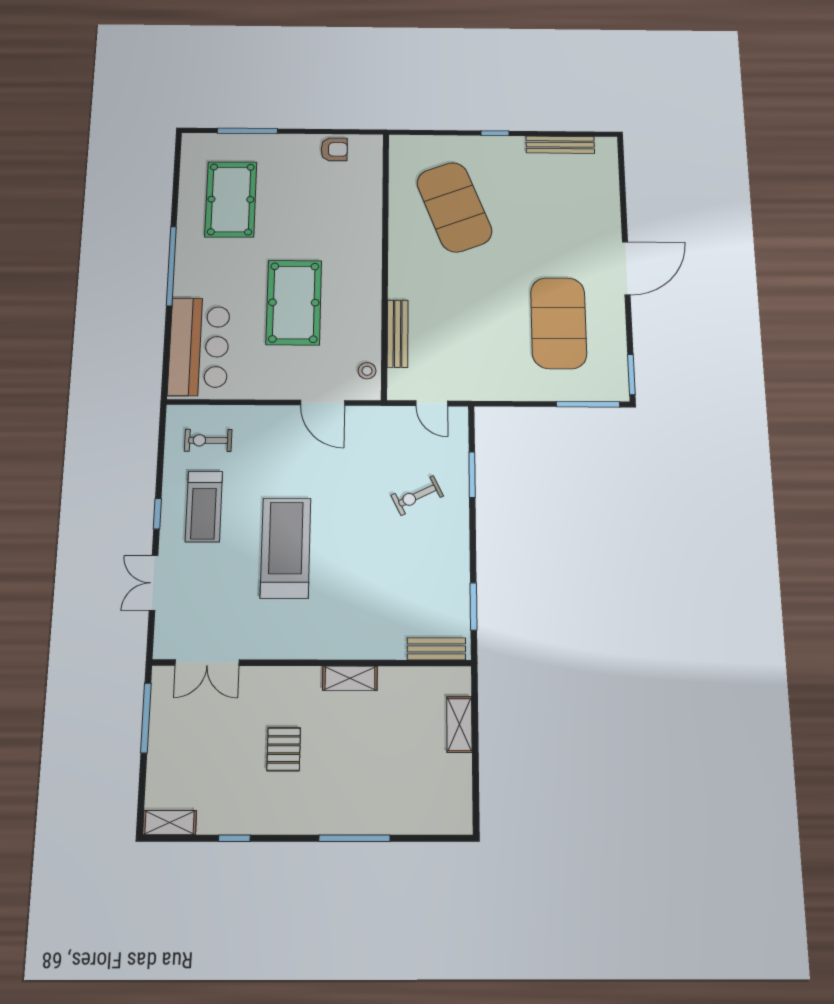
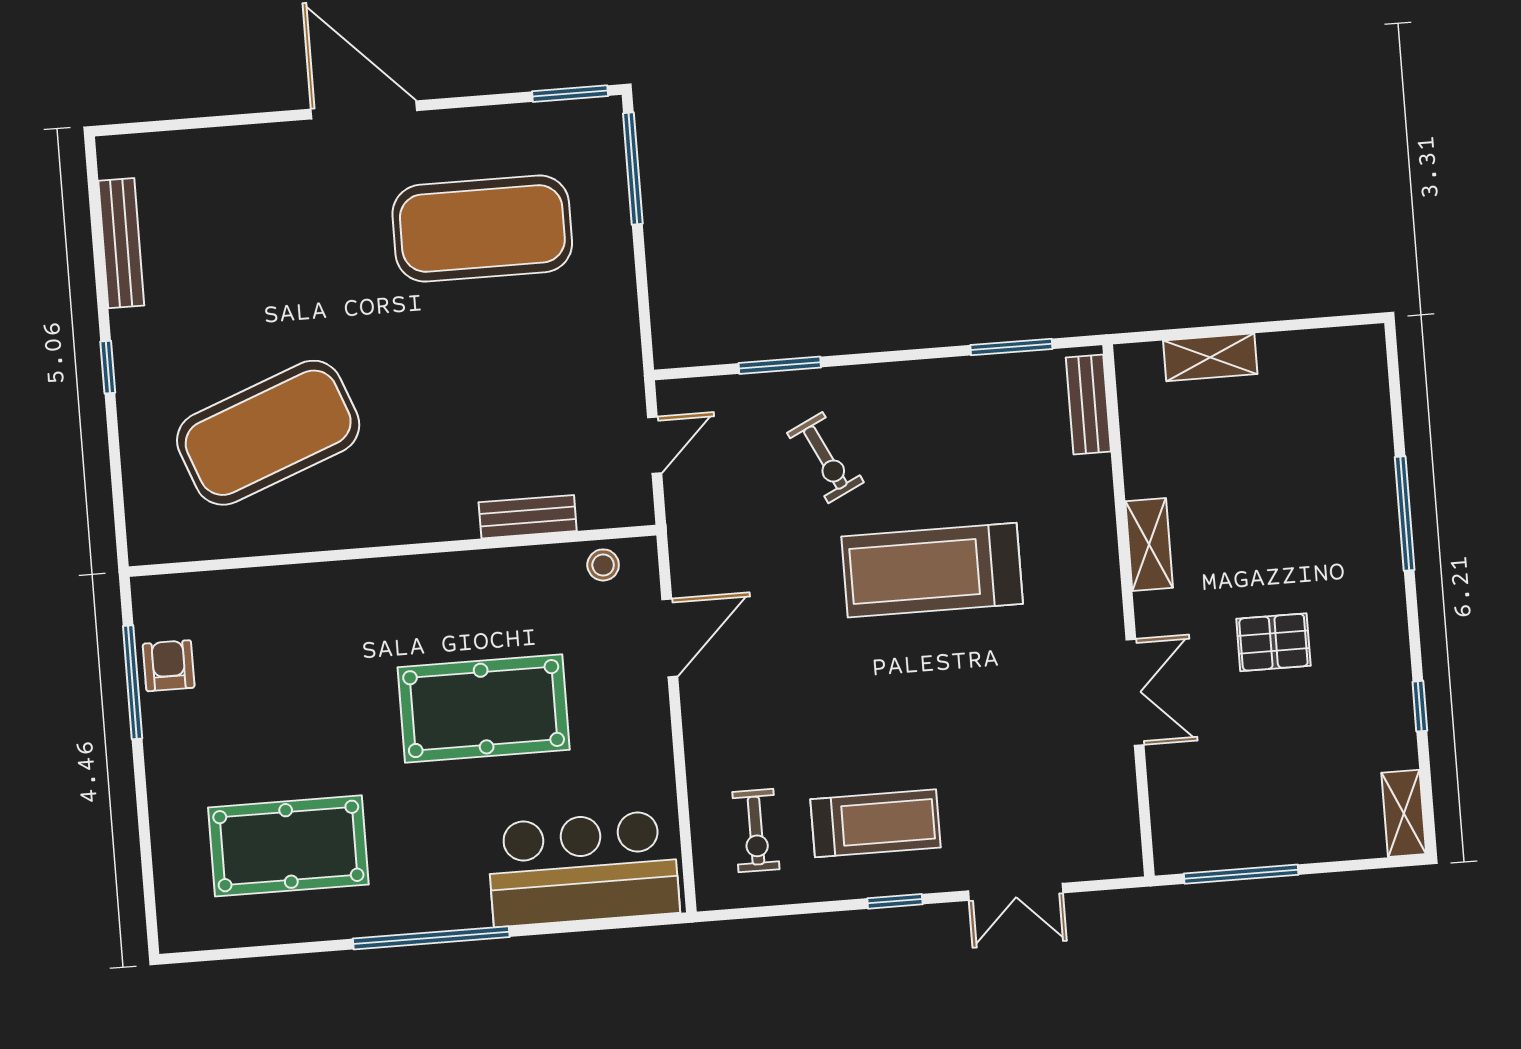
window: (247, 131) -> (133, 682), moved
bench: (398, 334) -> (528, 517), width x0.73
treadmill: (286, 548) -> (932, 570), moved
double door: (207, 663) -> (1135, 692), moved

